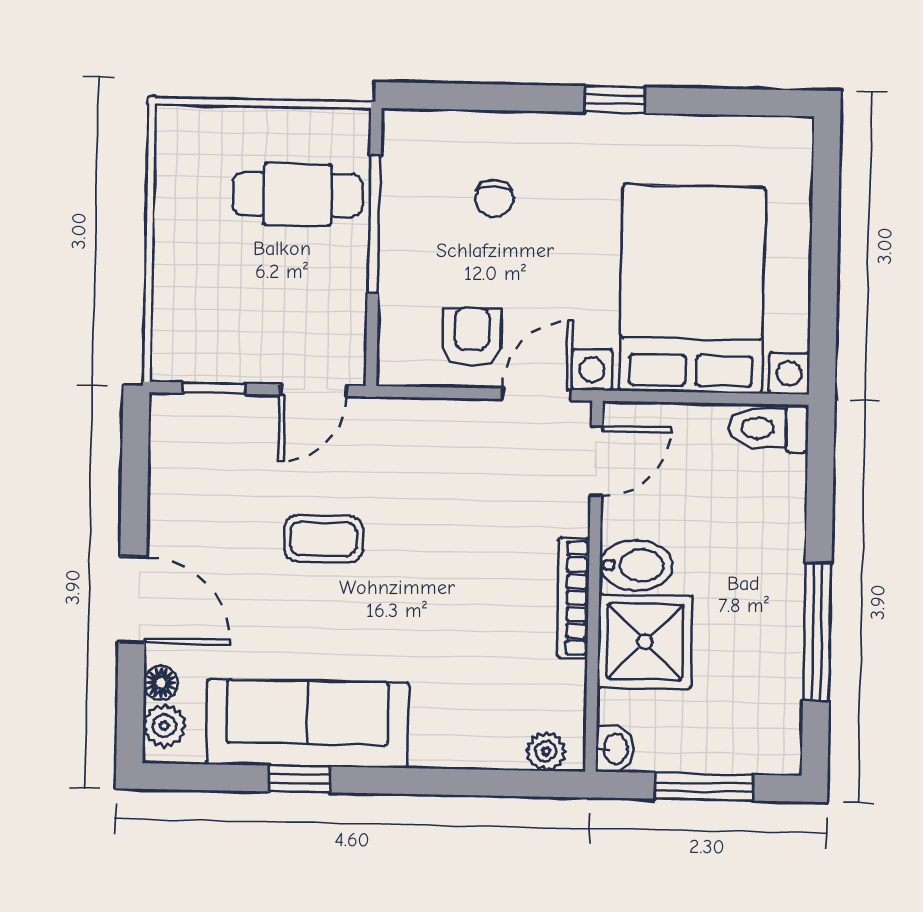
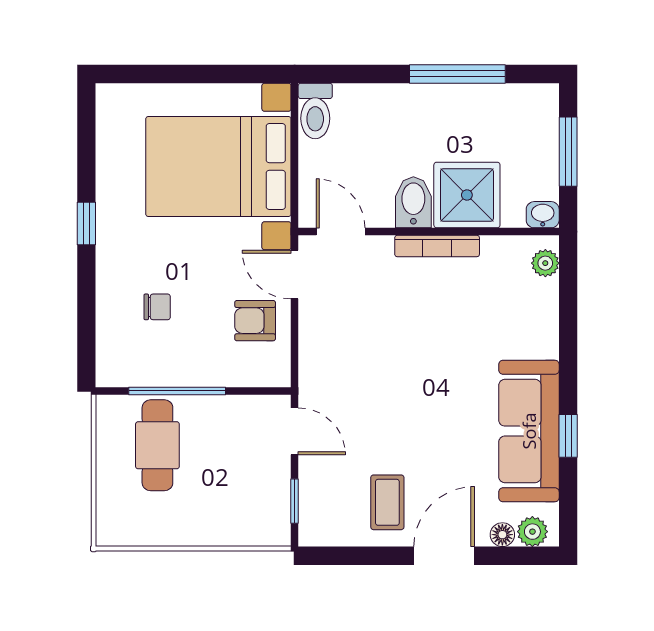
coffee table: (324, 539) -> (387, 502), moved

